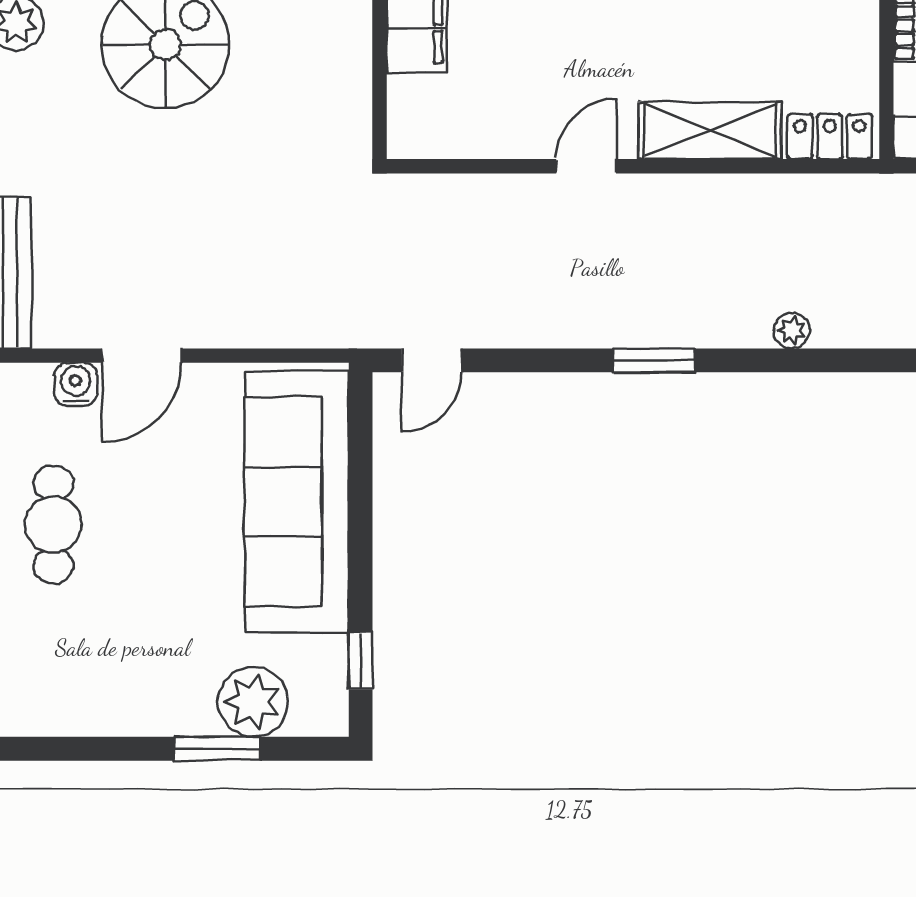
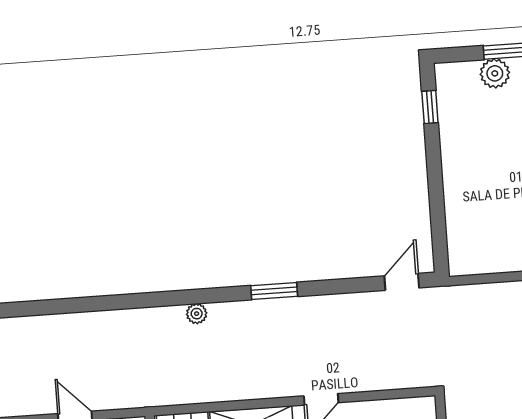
sofa: (297, 502) -> (473, 195), removed
plant: (253, 702) -> (495, 73), width x0.73, depth x0.73

